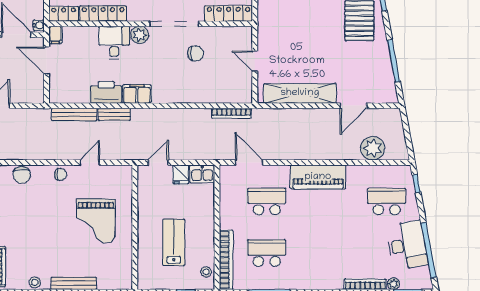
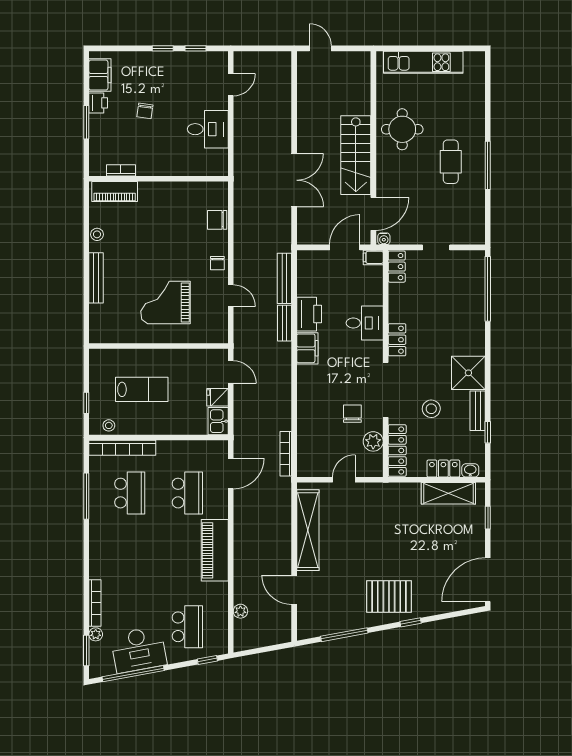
locker: (103, 14) -> (397, 340), moved, width x0.66
plant: (140, 35) -> (373, 441), moved
chair: (195, 53) -> (352, 414), turned 180
plant: (373, 148) -> (240, 611), width x0.53, depth x0.53

